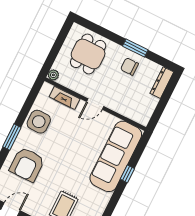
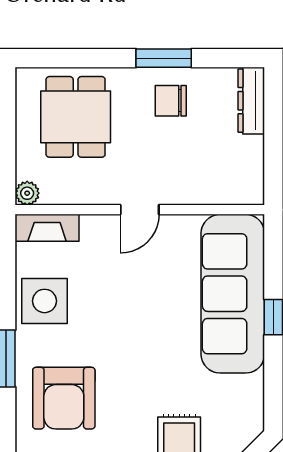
fireplace: (65, 98) -> (47, 228), moved

